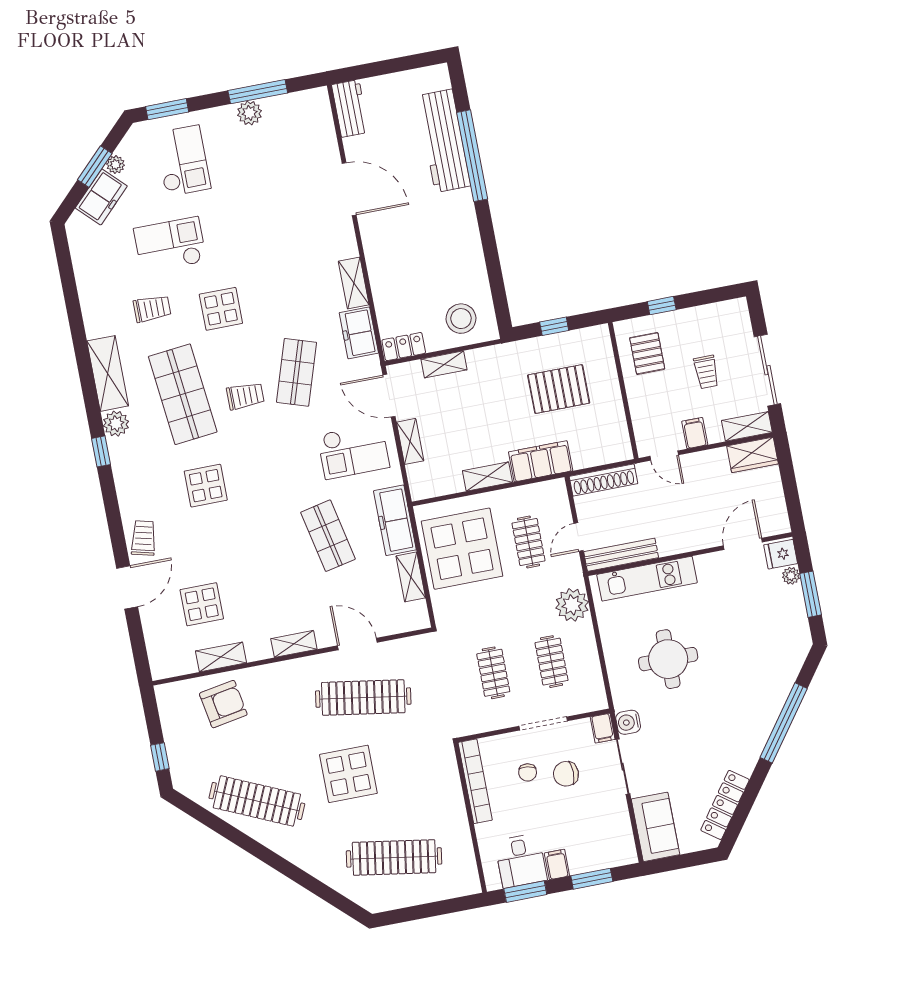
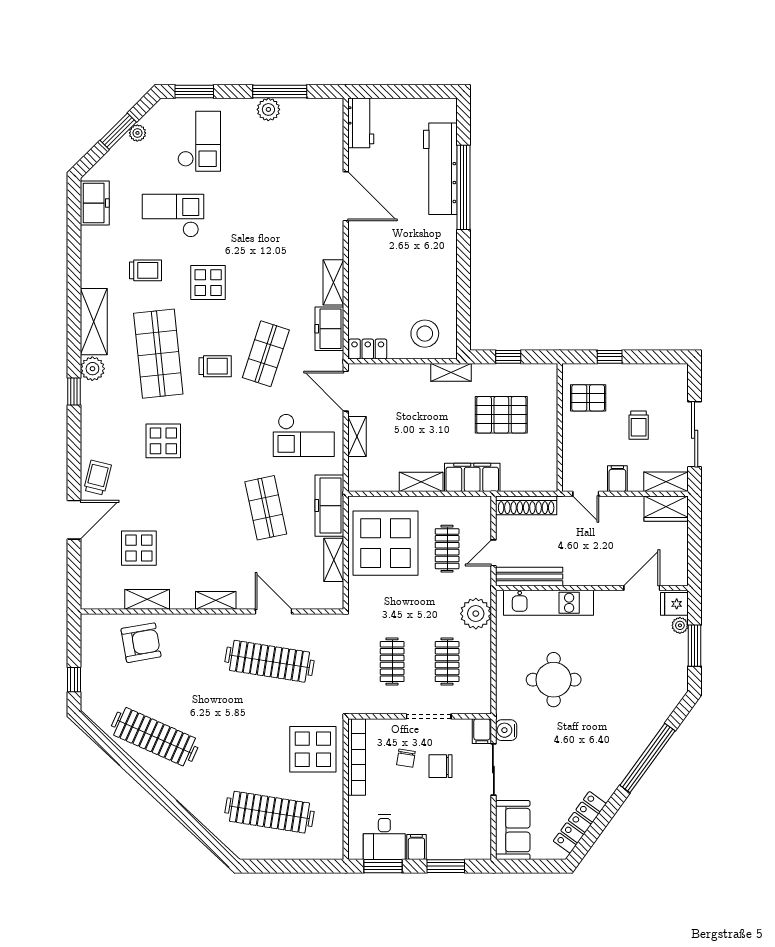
freezer: (101, 197) -> (95, 203), moved, turned -45
pallet: (647, 353) -> (588, 398), turned 90
shelving: (444, 364) -> (451, 372), moved
display table: (348, 774) -> (313, 749), moved

